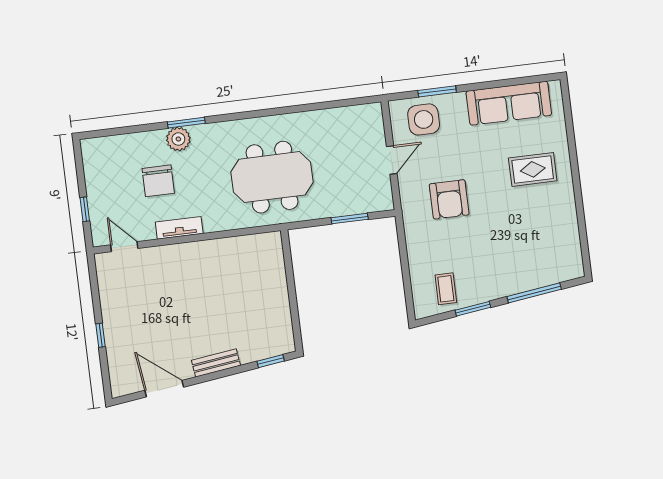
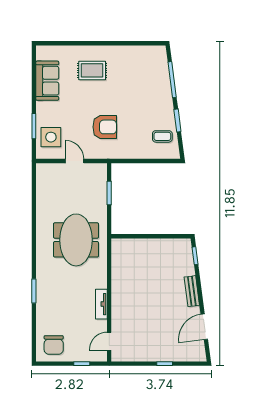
sofa: (509, 103) -> (47, 81), width x0.73
plant: (178, 139) -> (44, 297), removed
rug: (533, 169) -> (92, 70), turned 90
chair: (158, 181) -> (54, 345), moved, turned 90

